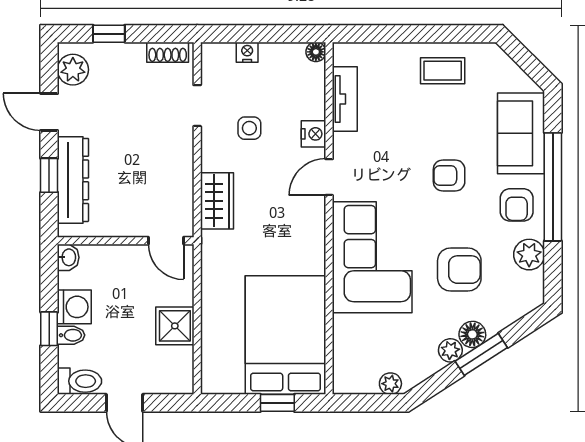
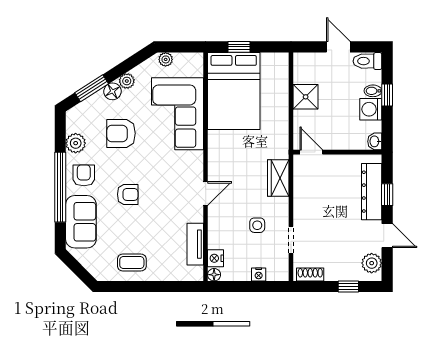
nightstand: (314, 134) -> (216, 258), moved
corner sofa: (372, 257) -> (178, 114), moved
window: (481, 354) -> (92, 88), moved

